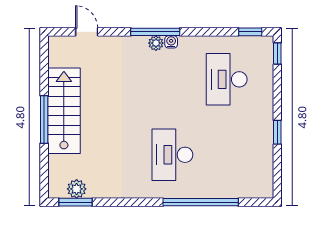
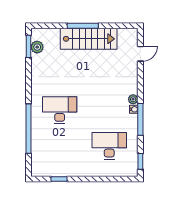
window: (155, 32) -> (140, 119), moved
window: (277, 54) -> (126, 179), removed
window: (277, 132) -> (59, 179), moved

